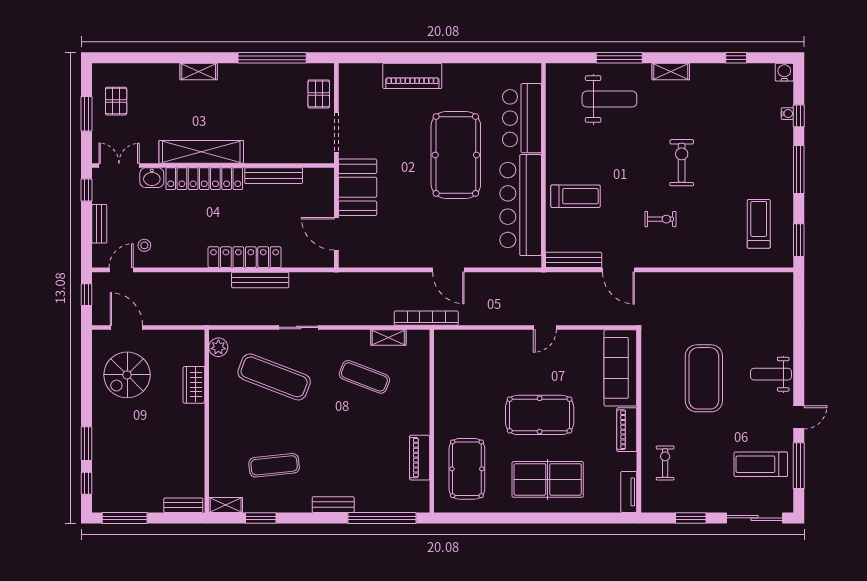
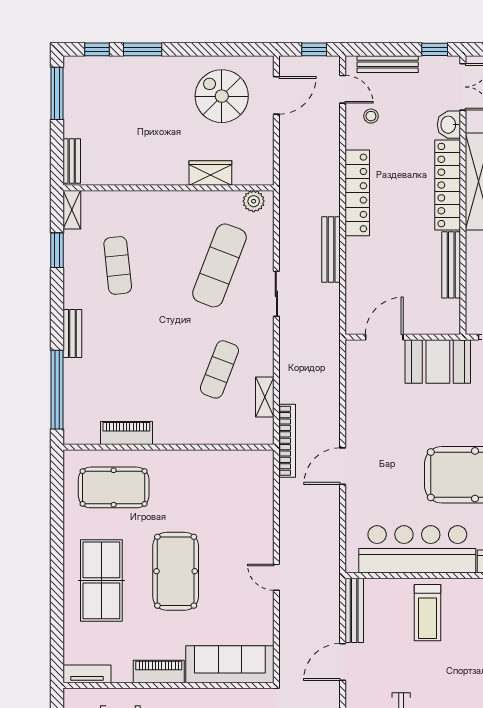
bench: (99, 224) -> (388, 64), width x1.36
locker: (245, 257) -> (357, 193), moved

